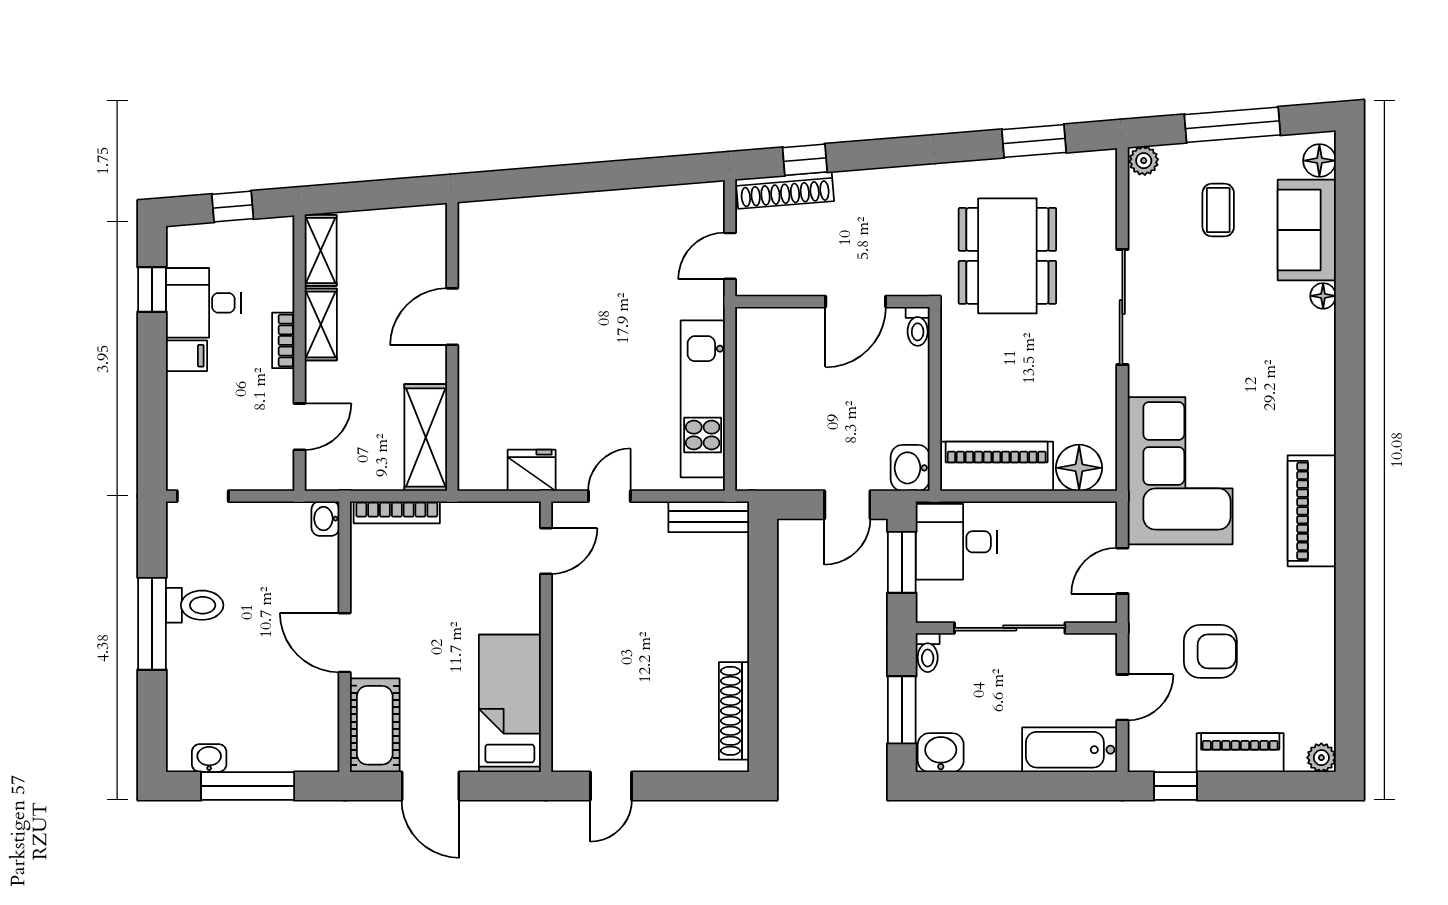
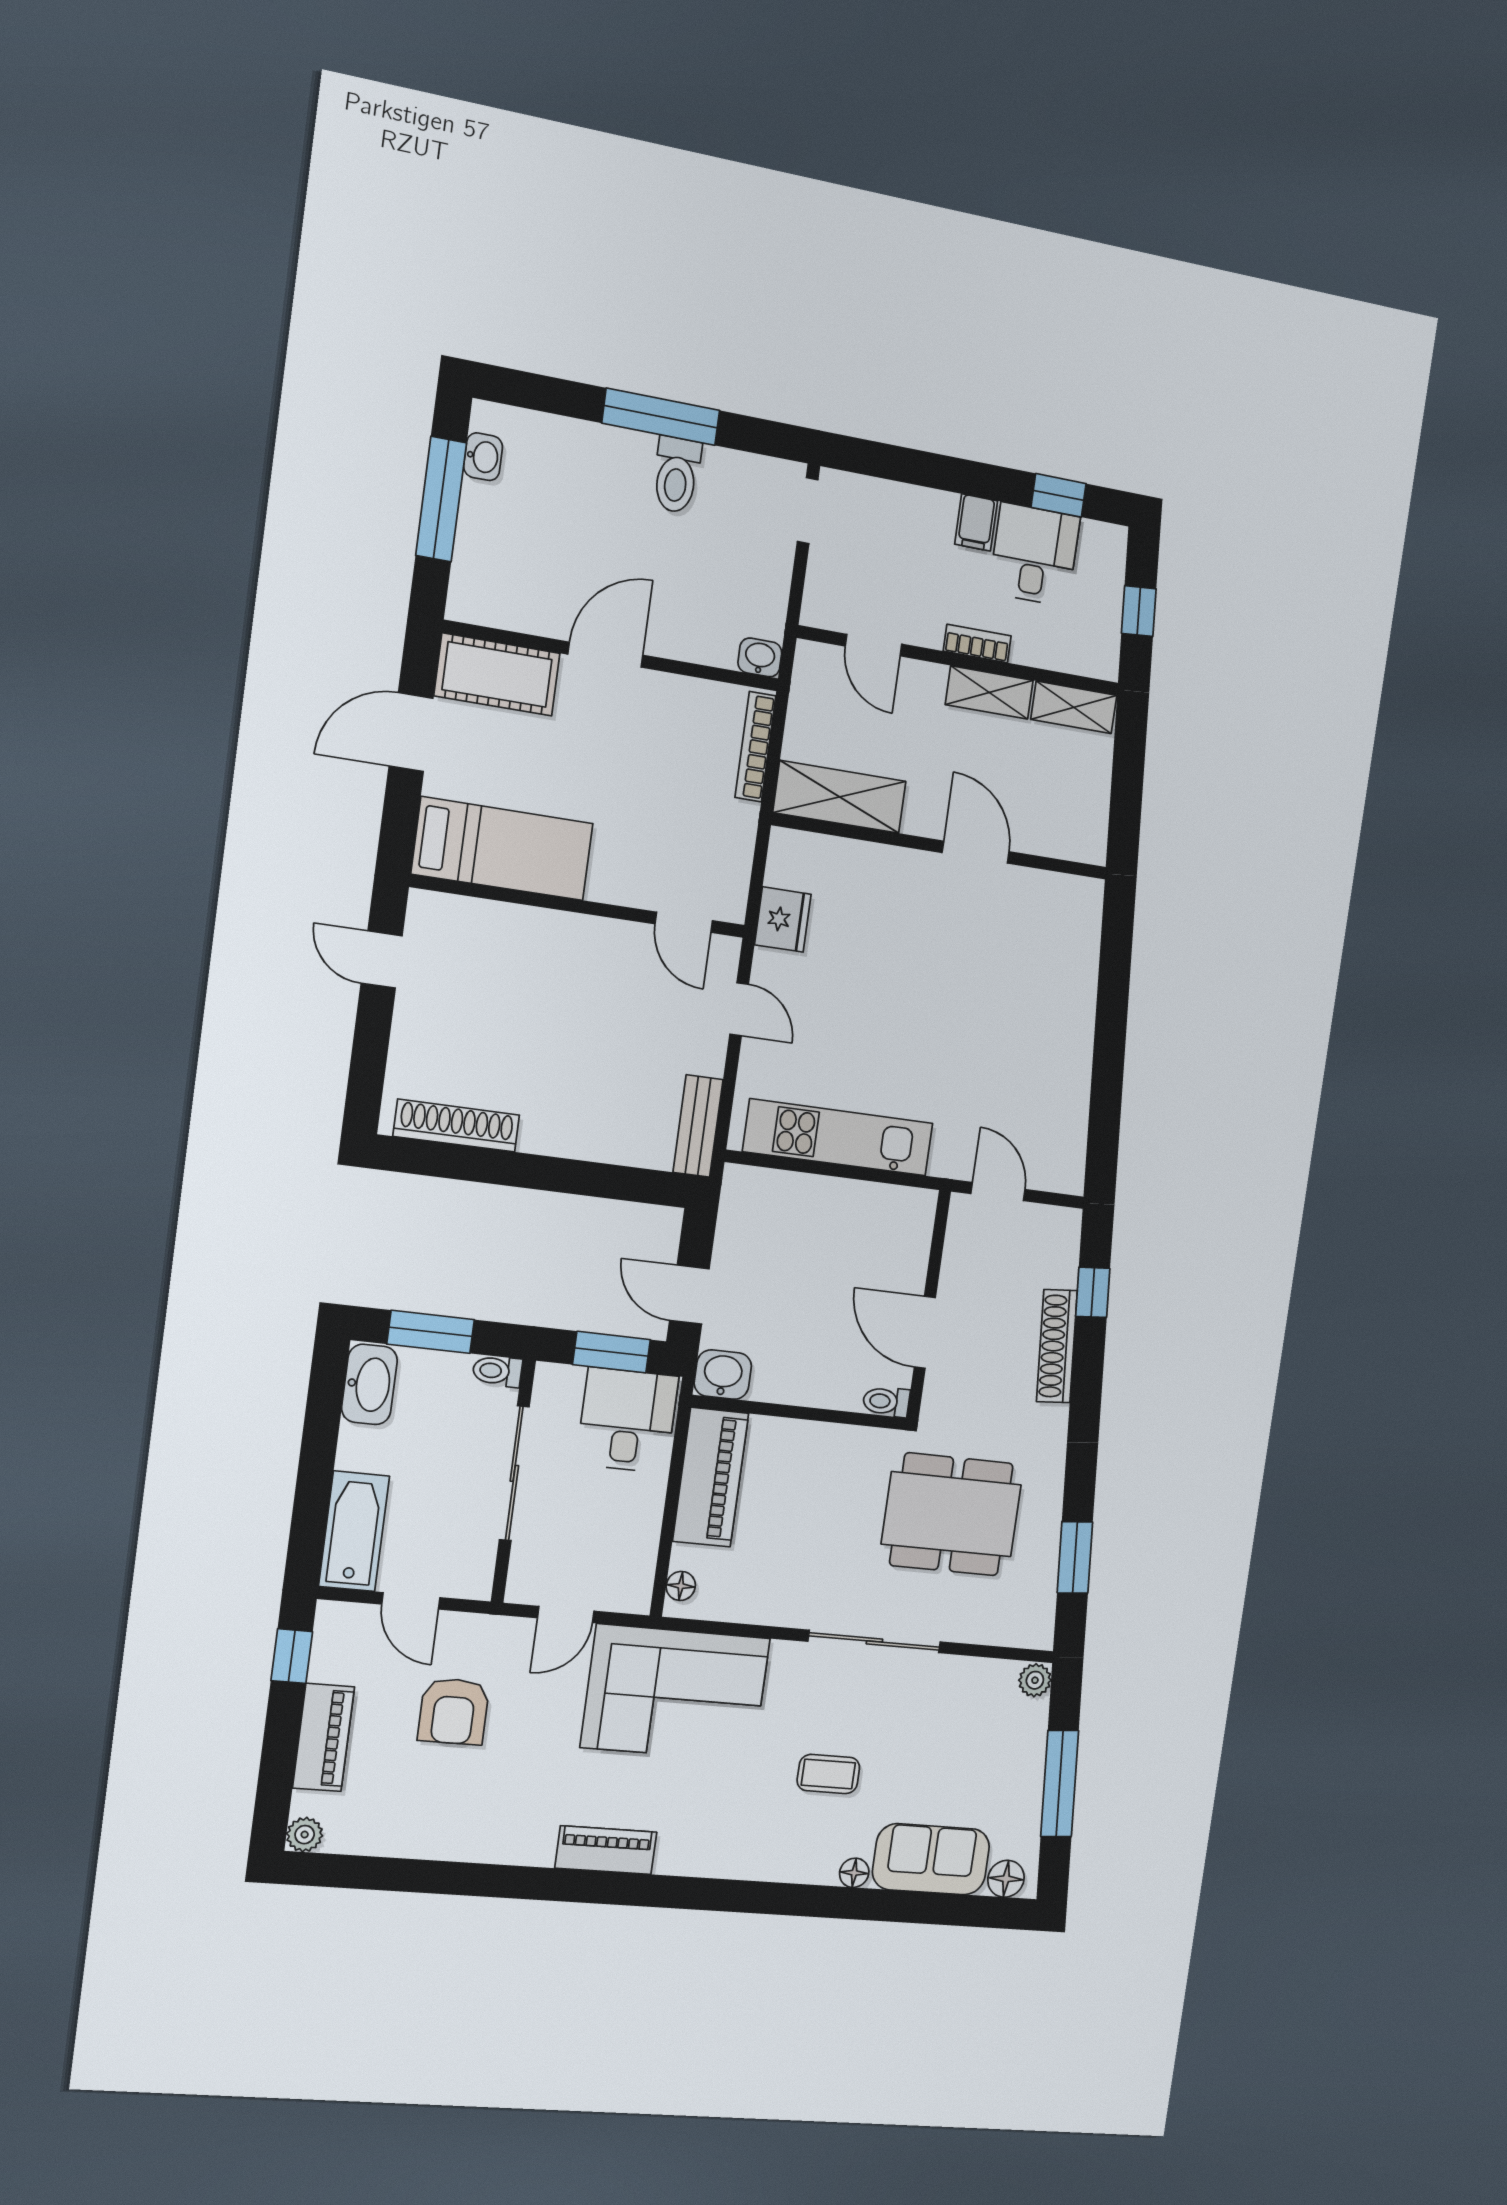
shoe rack: (785, 190) -> (1057, 1346), moved
coffee table: (1218, 210) -> (828, 1774), moved
floor lamp: (1079, 468) -> (681, 1586), width x0.53, depth x0.53
piano: (1312, 511) -> (606, 1850), width x0.73, depth x0.75
door: (1122, 571) -> (566, 1615), swing flipped
washbasin: (941, 753) -> (369, 1384), width x1.38

